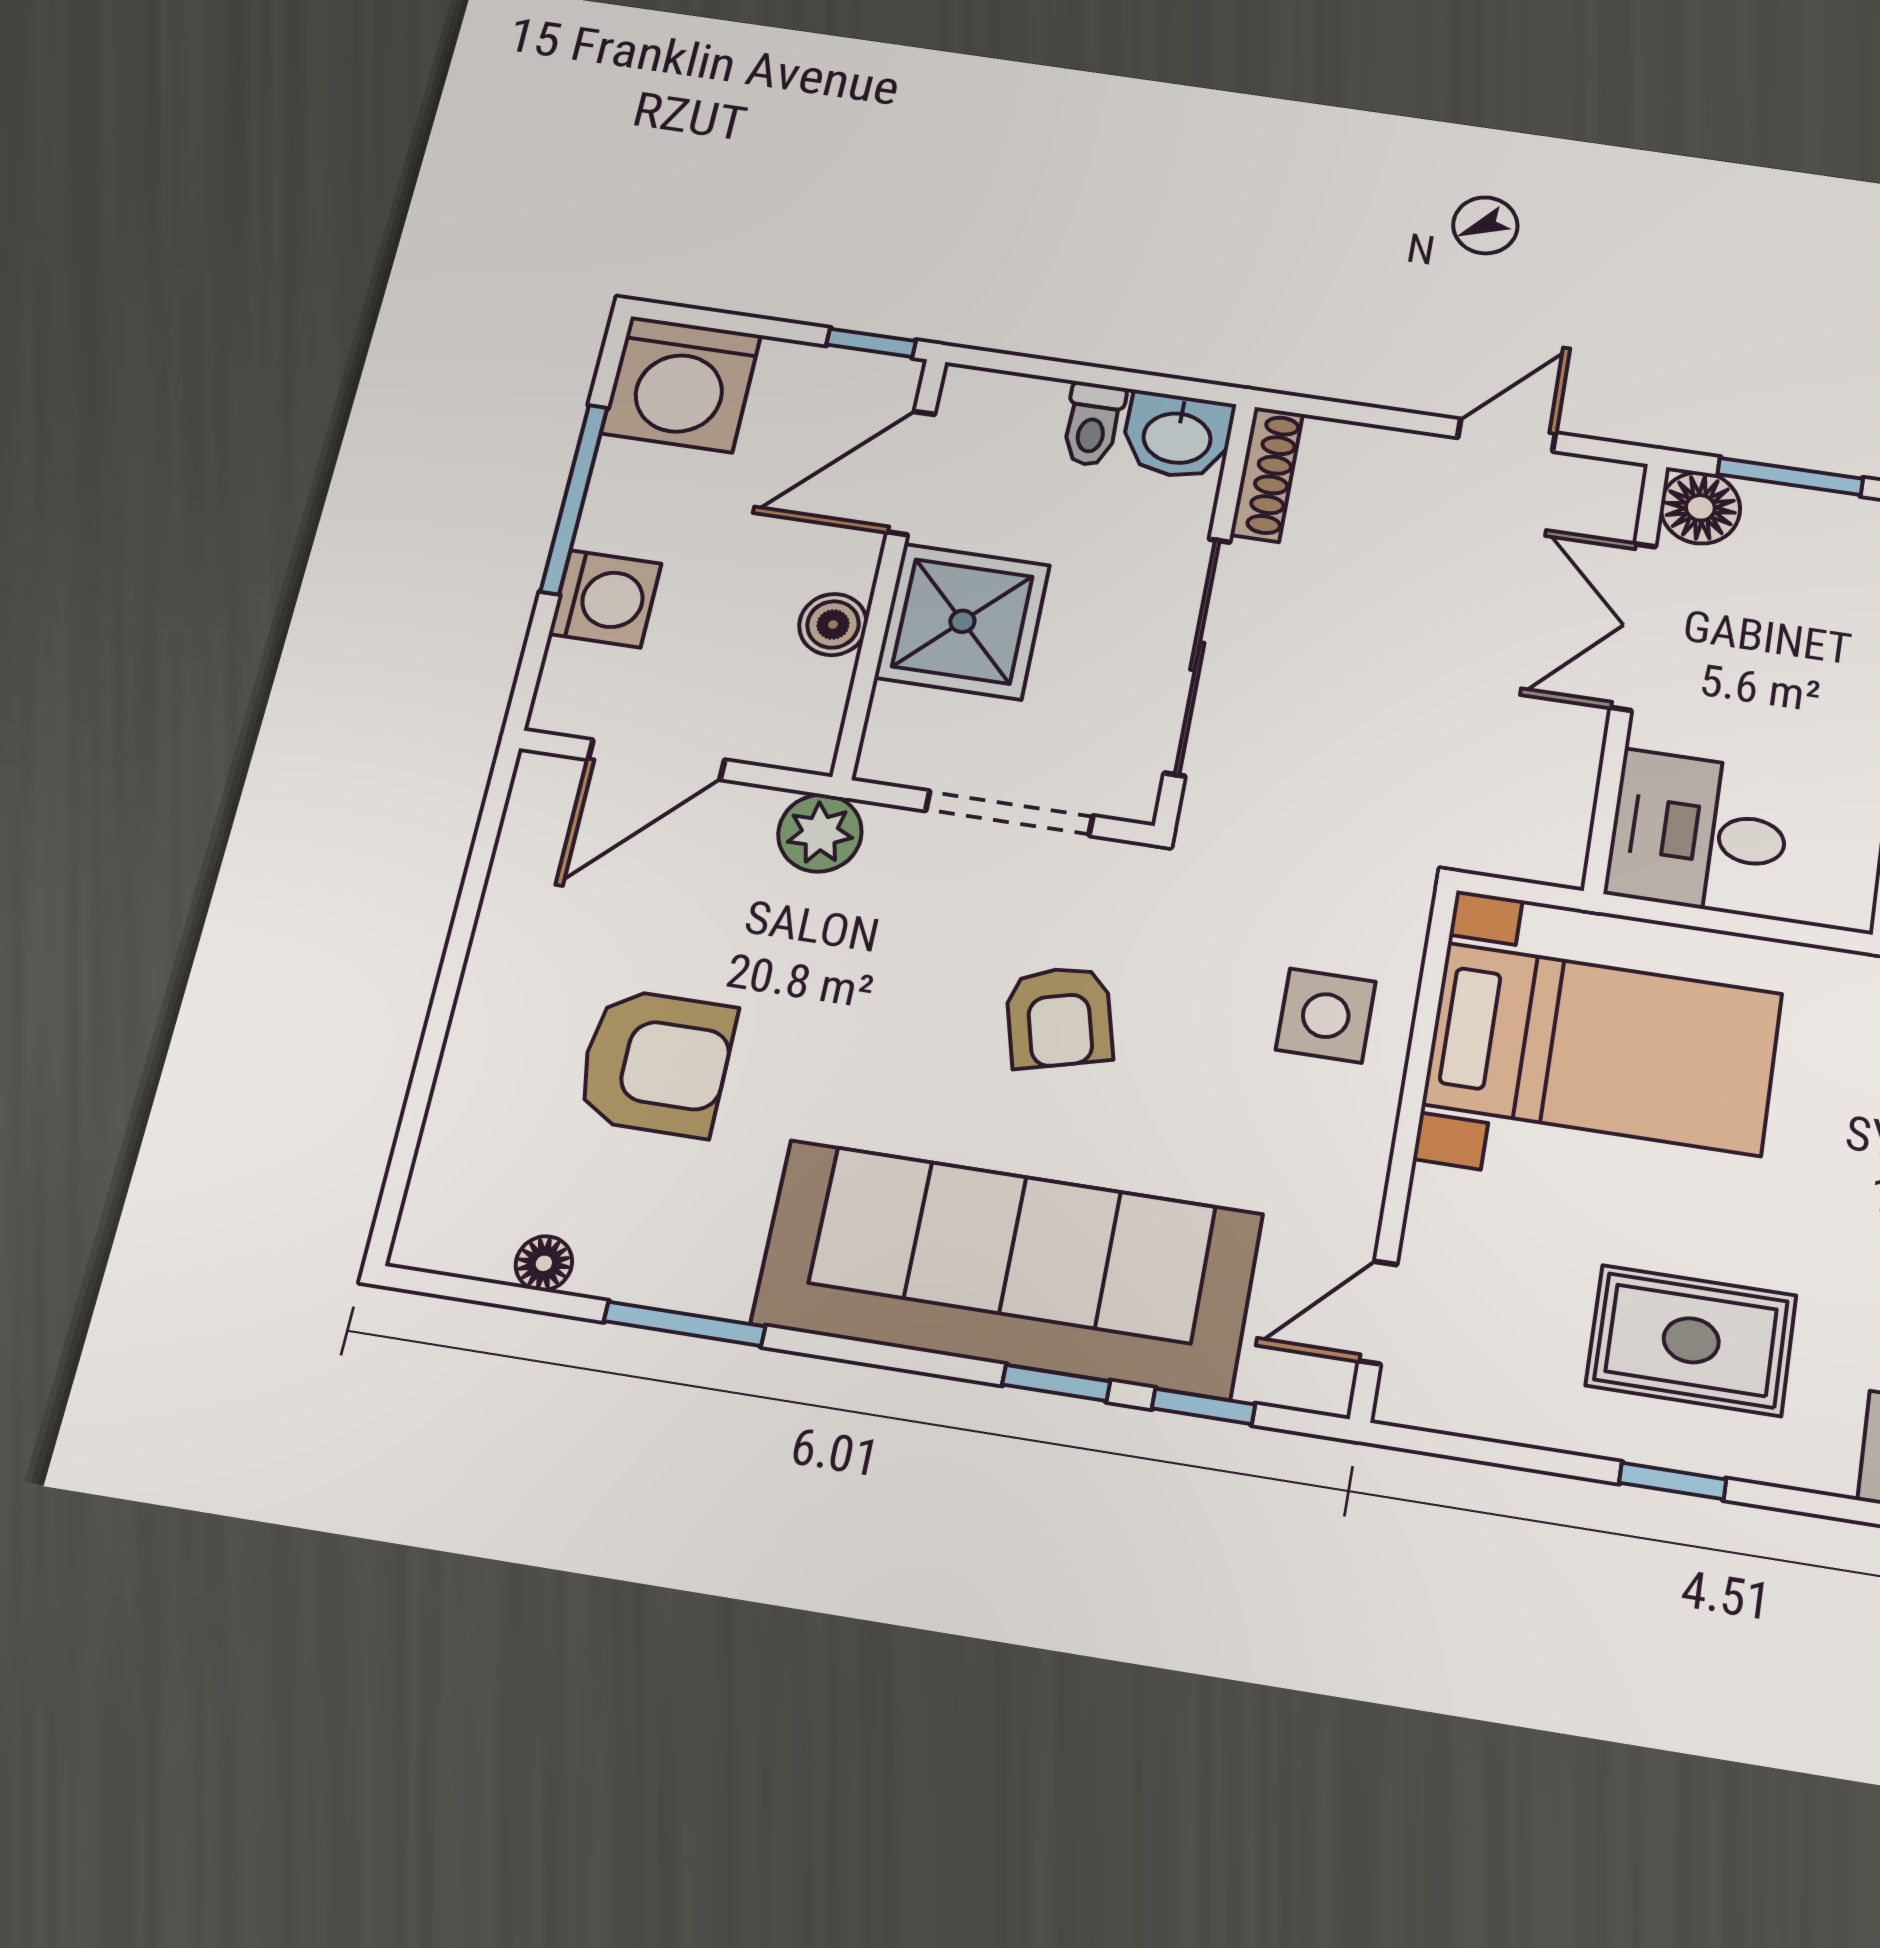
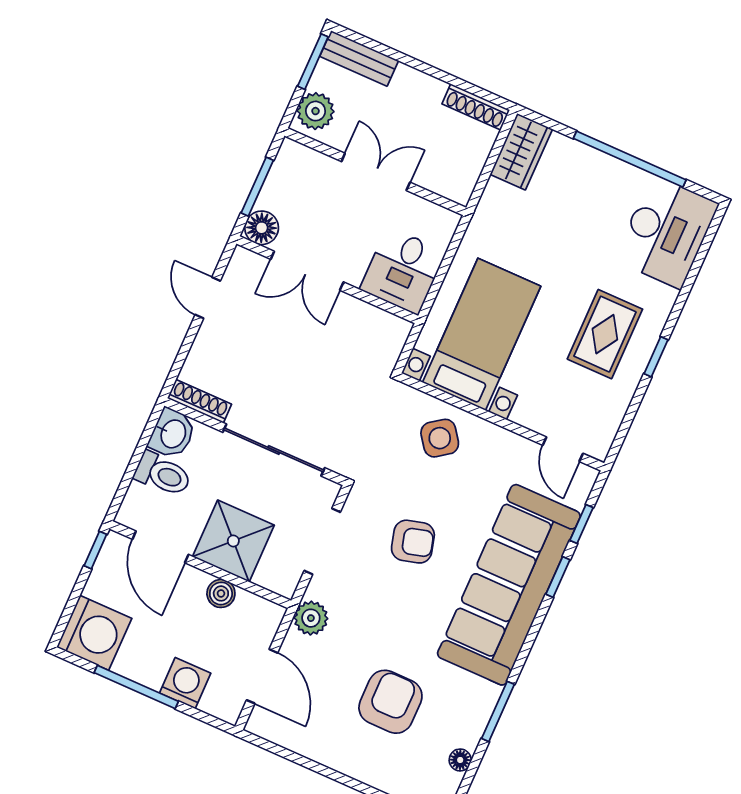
toilet: (1093, 424) -> (163, 474), width x1.37, depth x1.39
side table: (1326, 1016) -> (440, 438), turned -36

